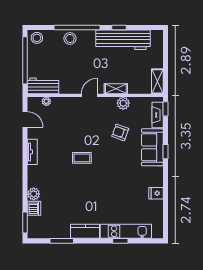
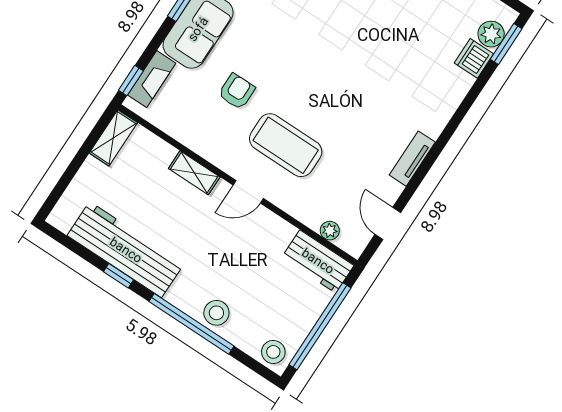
plant: (123, 103) -> (198, 139), removed
armchair: (120, 132) -> (237, 91), turned -110
coffee table: (82, 158) -> (286, 145), moved, width x1.86, depth x1.72
plant: (34, 194) -> (491, 34), moved

